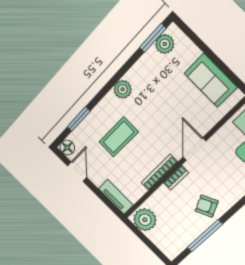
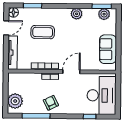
plant: (123, 89) -> (77, 14), moved
tv unit: (116, 197) -> (13, 53), width x1.41
plant: (145, 220) -> (15, 101), moved

